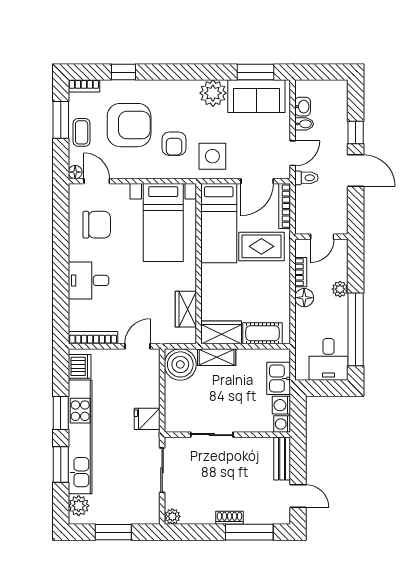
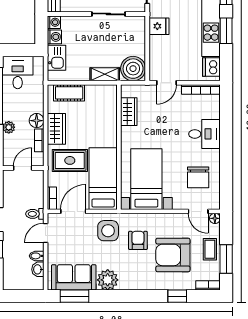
bookcase: (285, 206) -> (52, 198), width x0.64
chair: (97, 225) -> (198, 177), turned -90
wardrobe: (221, 332) -> (56, 129), moved, turned -90

